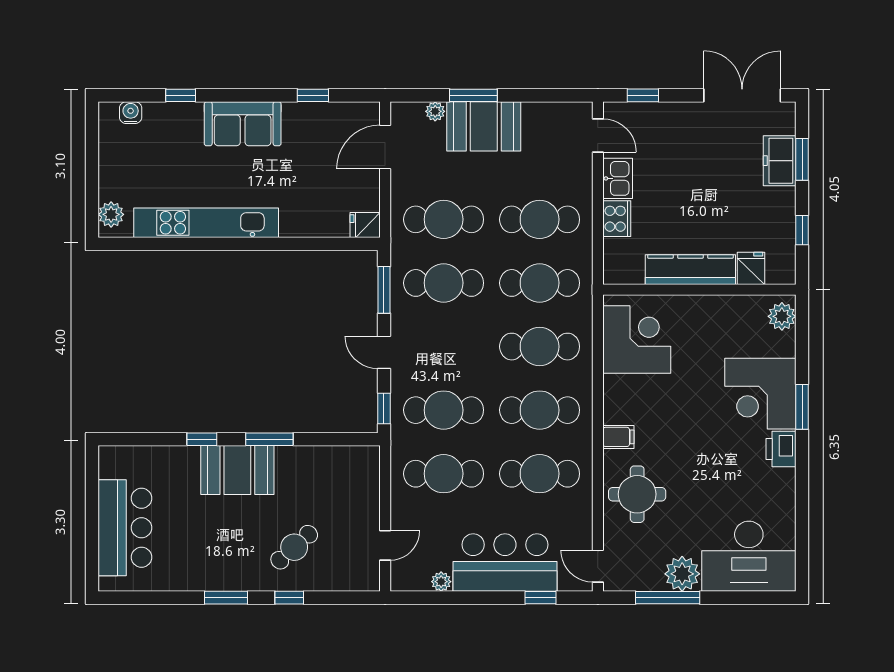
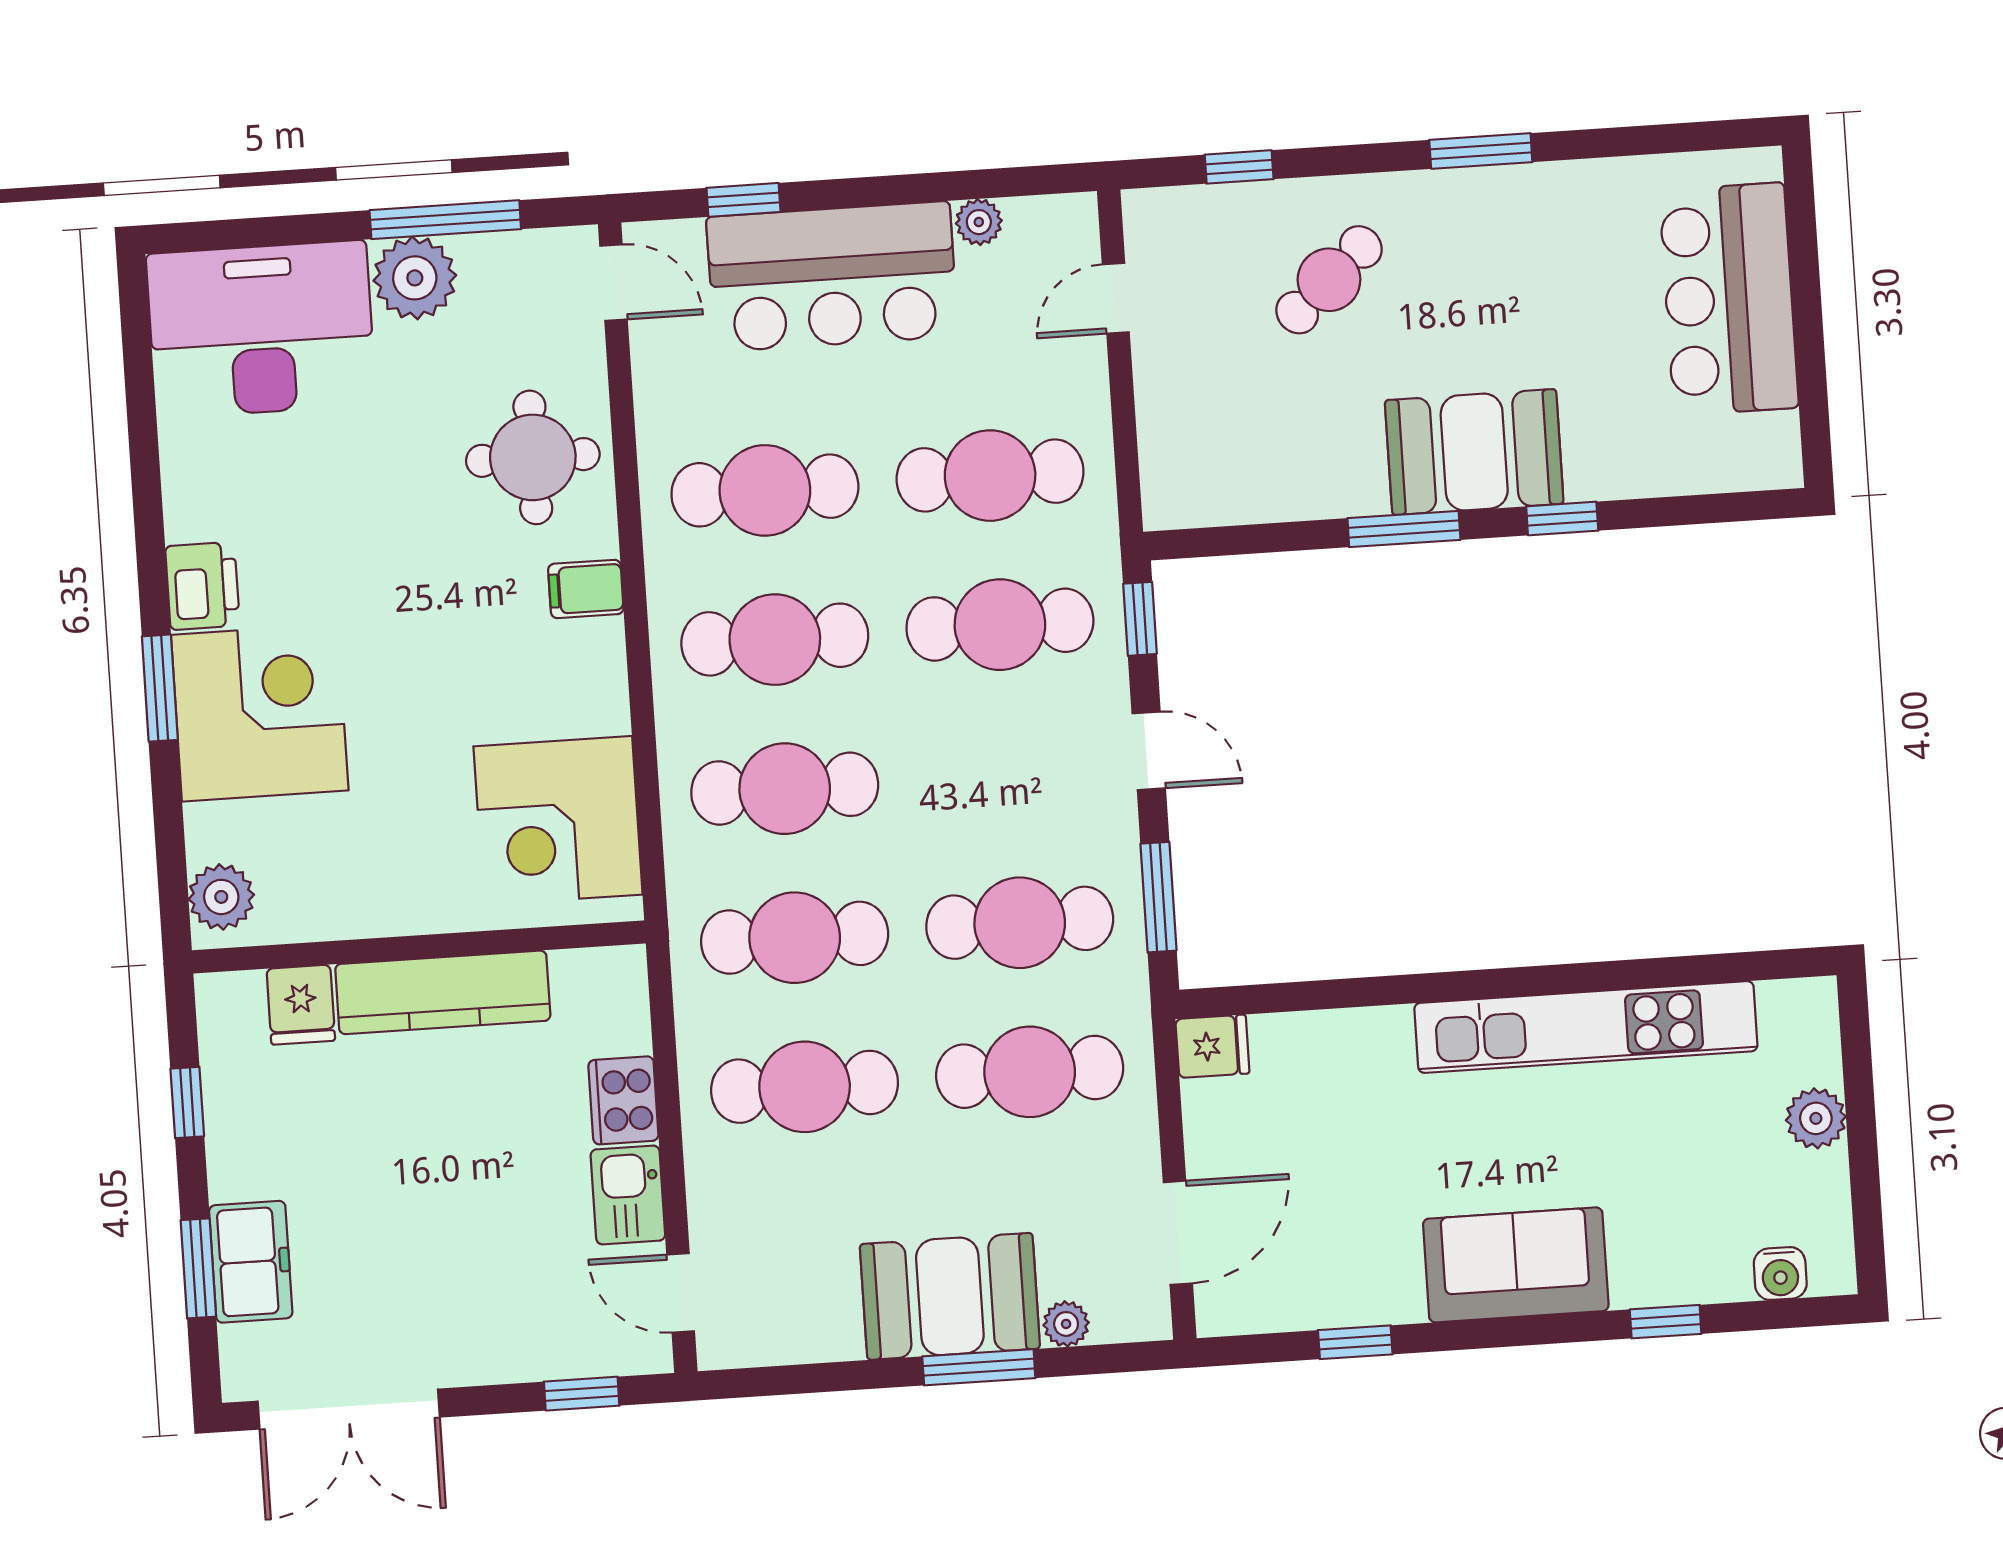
plant: (111, 214) -> (1816, 1118), moved
window: (289, 598) -> (1239, 167), moved

